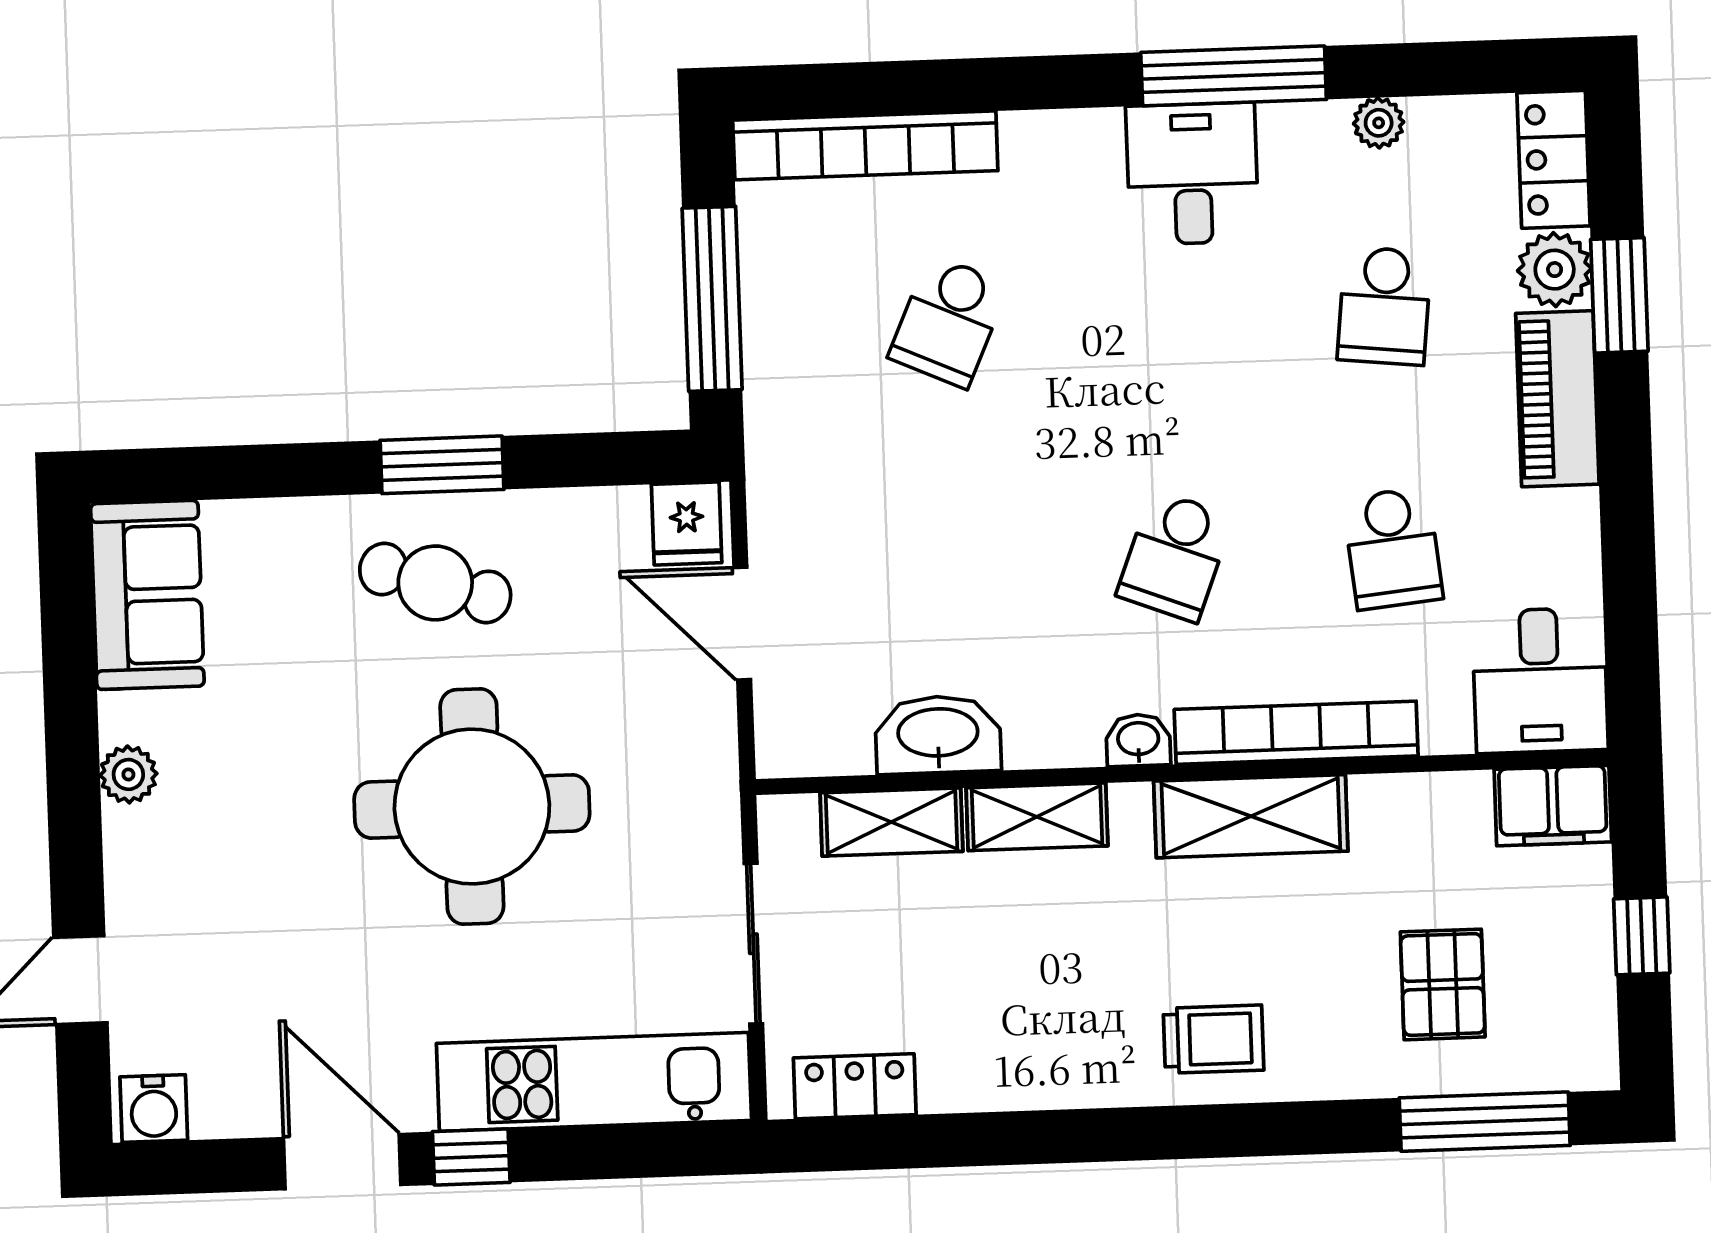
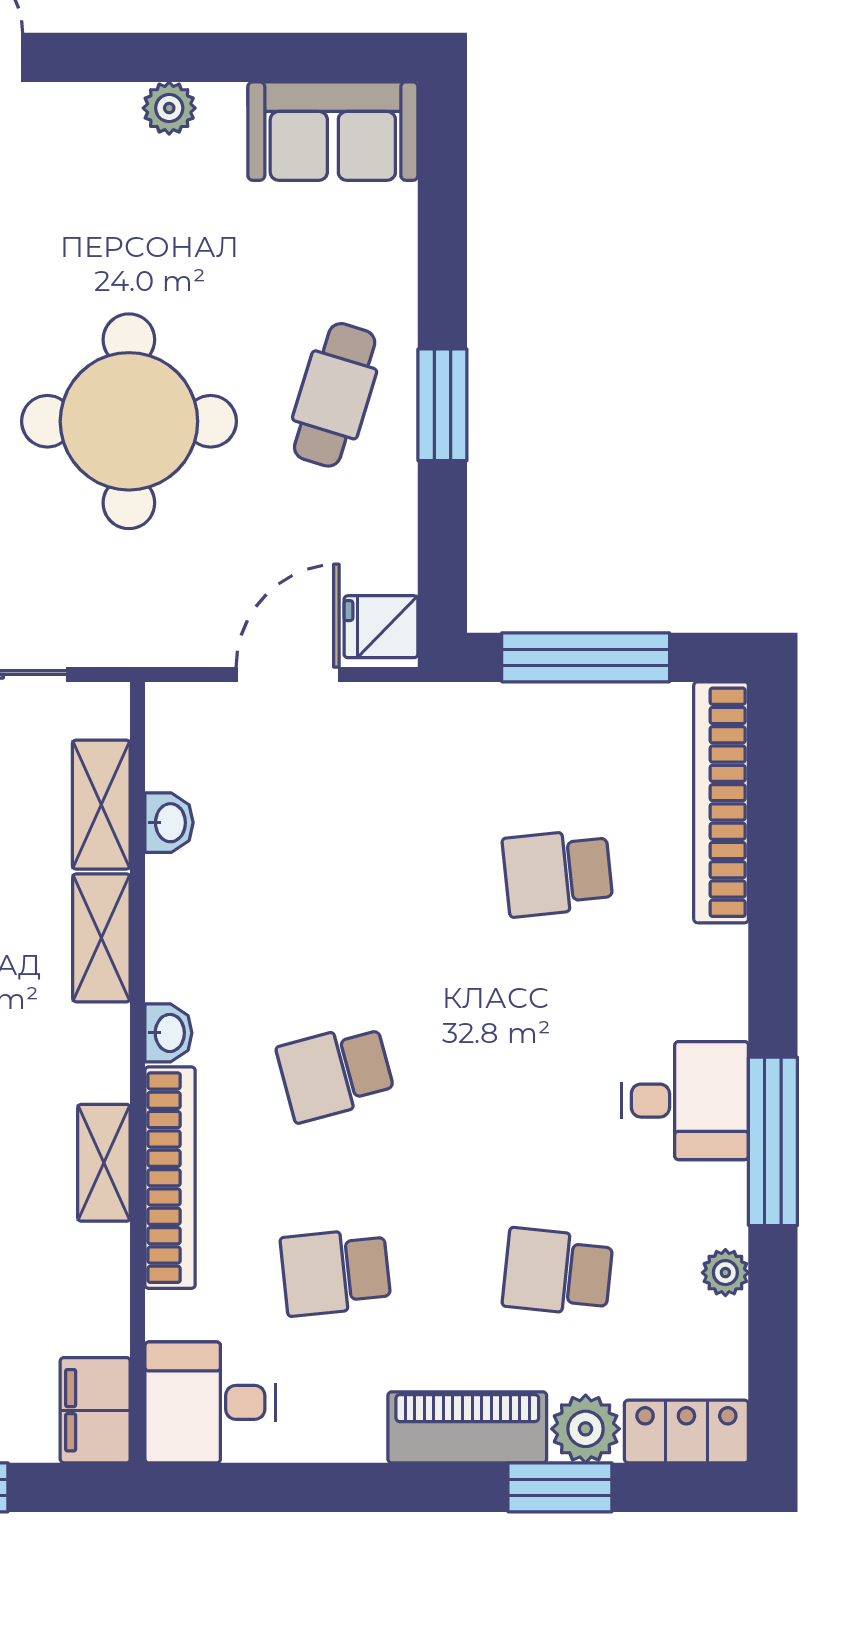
school desk: (948, 321) -> (558, 873), turned -30
school desk: (1175, 556) -> (336, 1072), turned -36
washbasin: (938, 735) -> (169, 823), width x0.52, depth x0.69
shelving: (1251, 816) -> (104, 1163), width x0.67, depth x0.75

